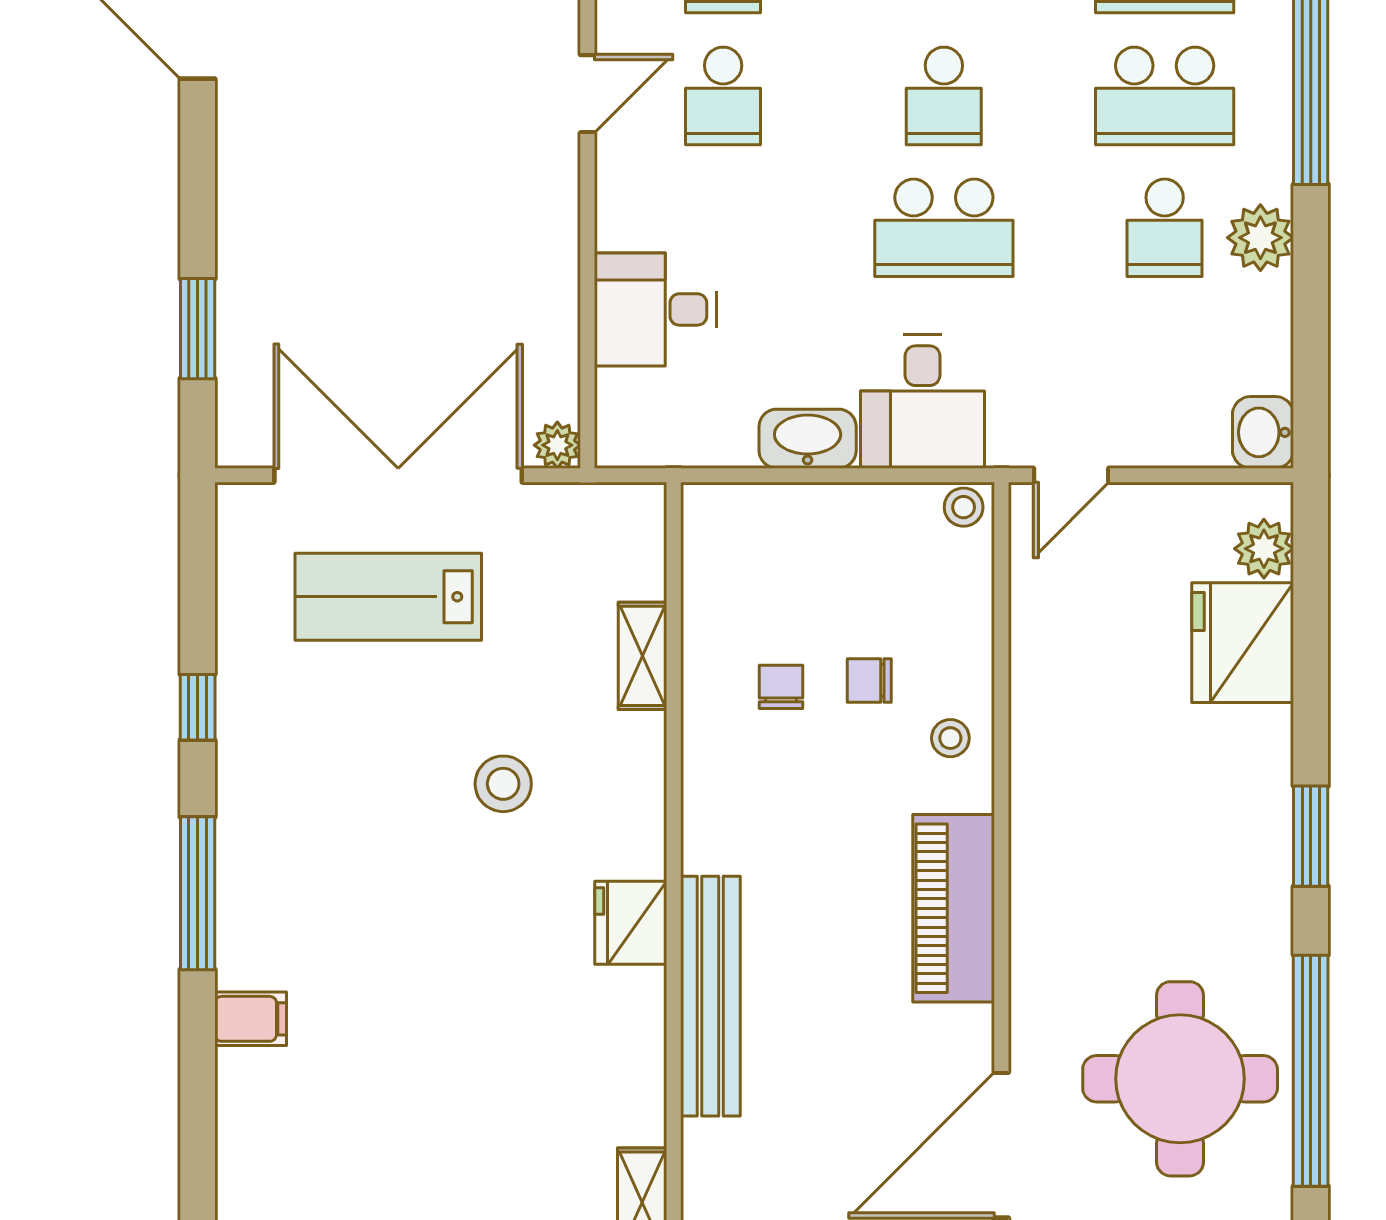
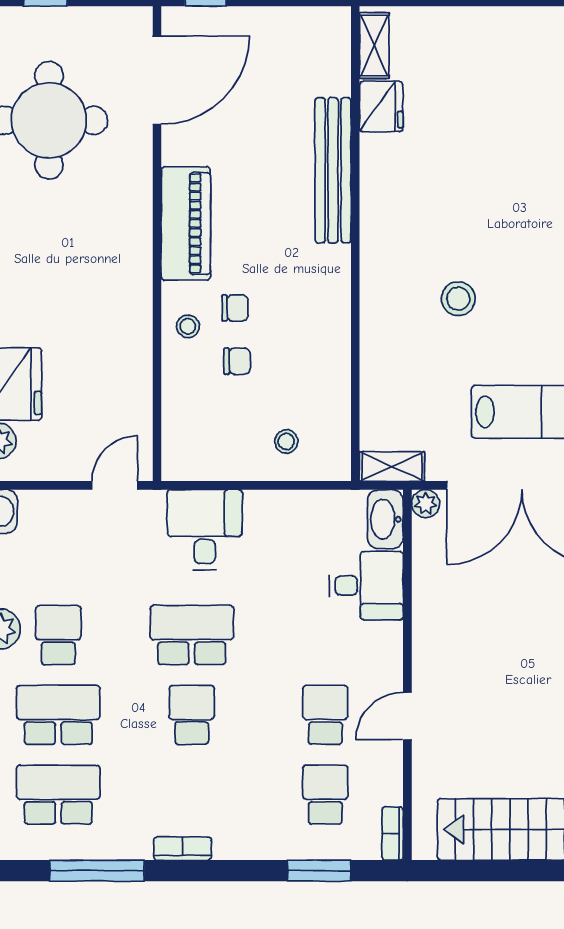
washbasin: (808, 439) -> (385, 519), moved, turned 90
stool: (964, 507) -> (286, 441), moved
shelving: (643, 656) -> (392, 467), moved, turned 90
chair: (781, 687) -> (235, 308), moved, turned -90
fridge: (631, 923) -> (381, 107), moved

